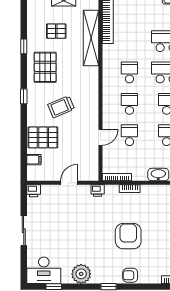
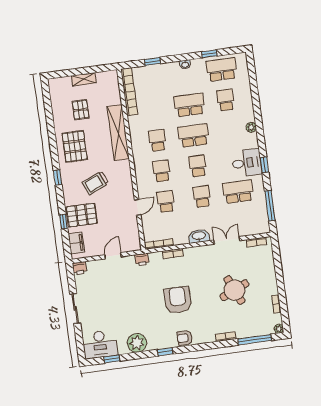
pallet: (56, 31) -> (81, 110), turned 90
shelving: (91, 38) -> (118, 133), moved
window: (24, 46) -> (64, 222), moved
filing cabinet: (34, 160) -> (76, 243), width x2.00

